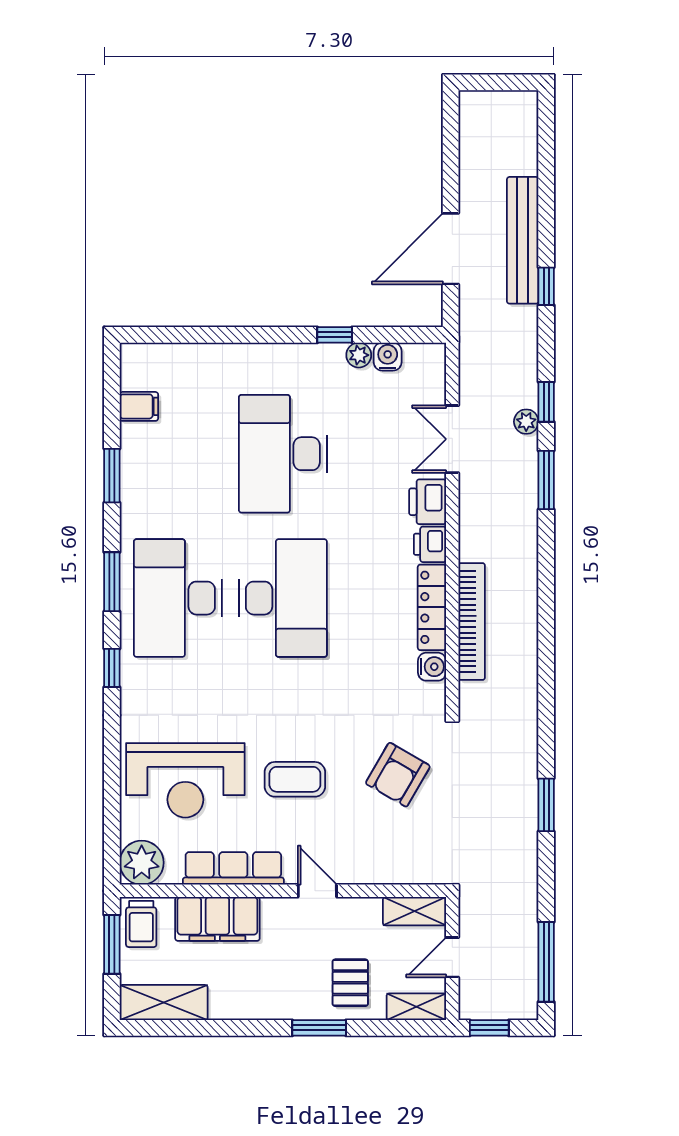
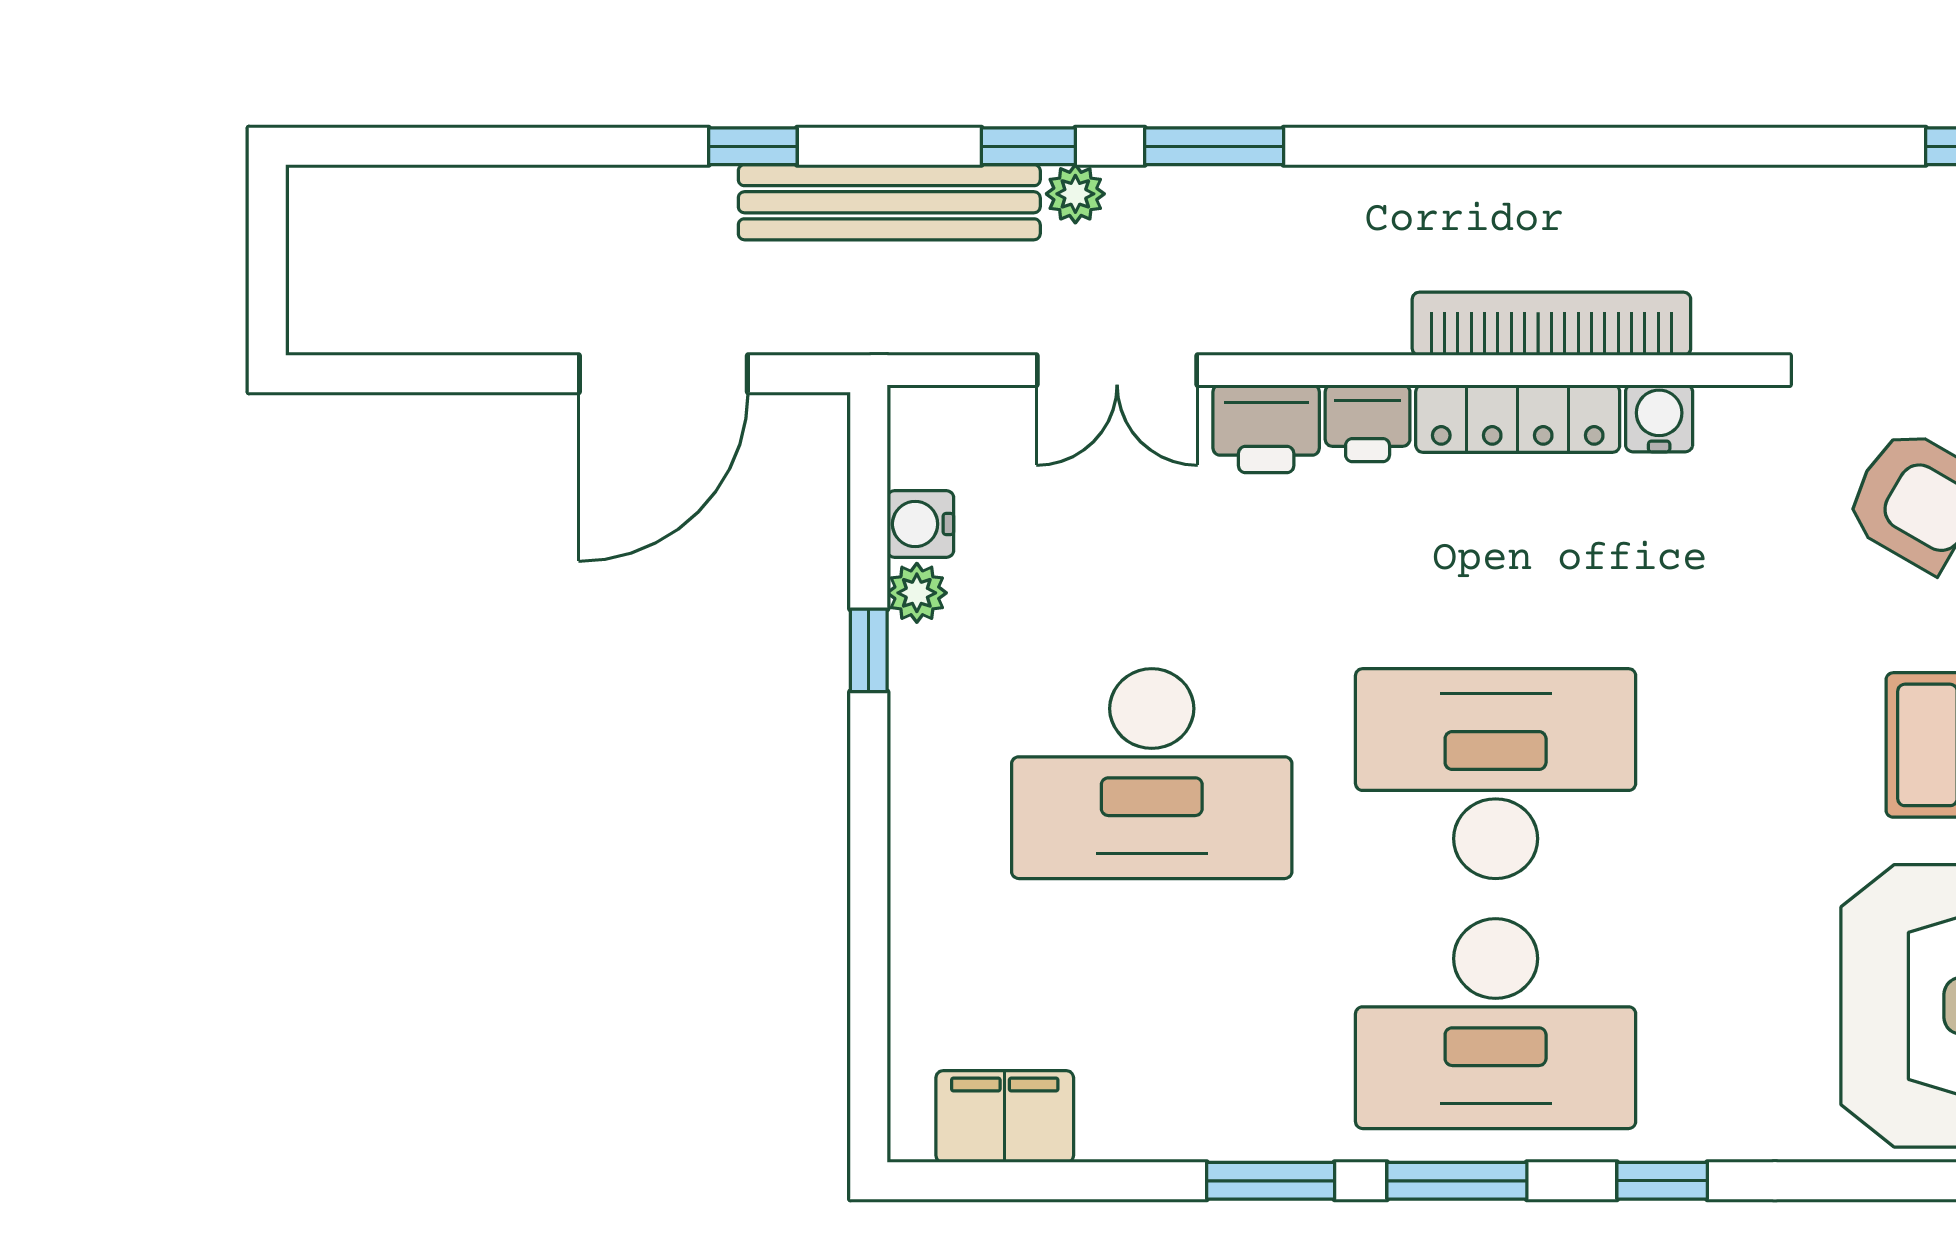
bench: (523, 240) -> (889, 202), moved
door: (451, 249) -> (663, 374), hinge flipped
filing cabinet: (139, 406) -> (1005, 1117), width x2.00
window: (112, 476) -> (1271, 1181), moved

